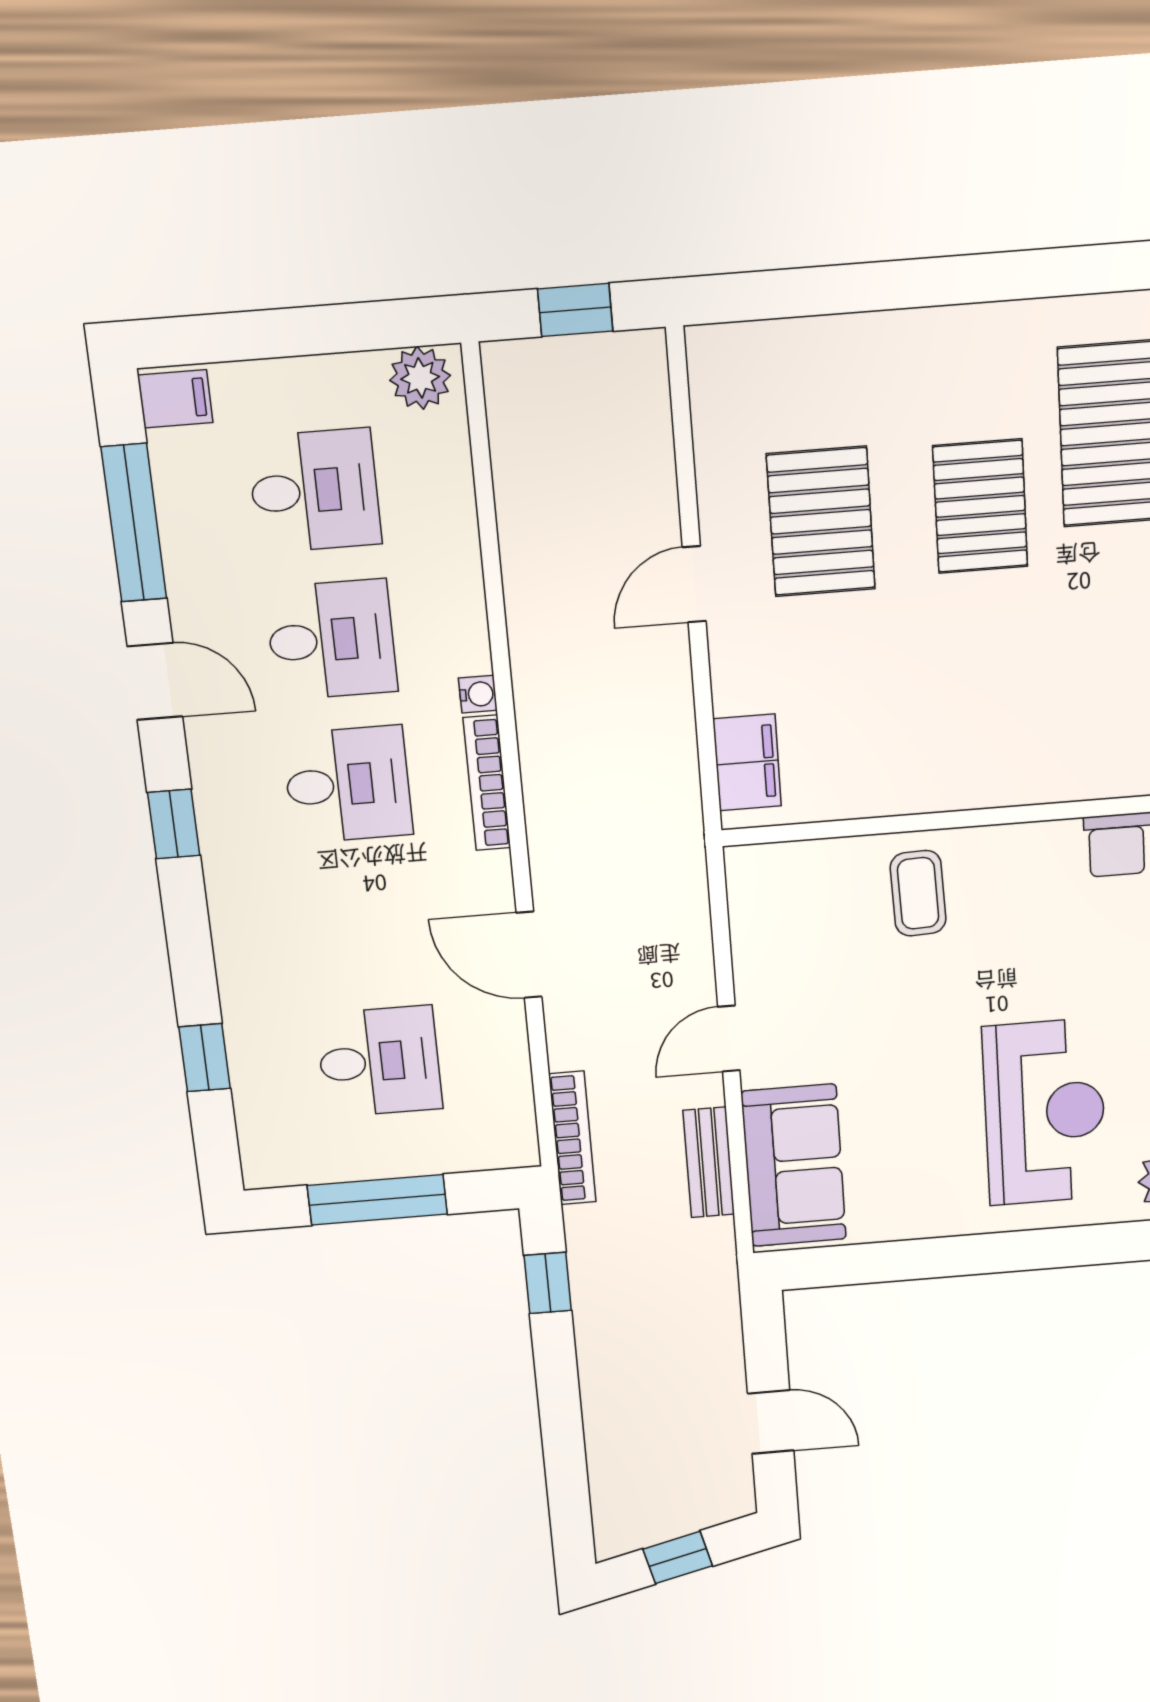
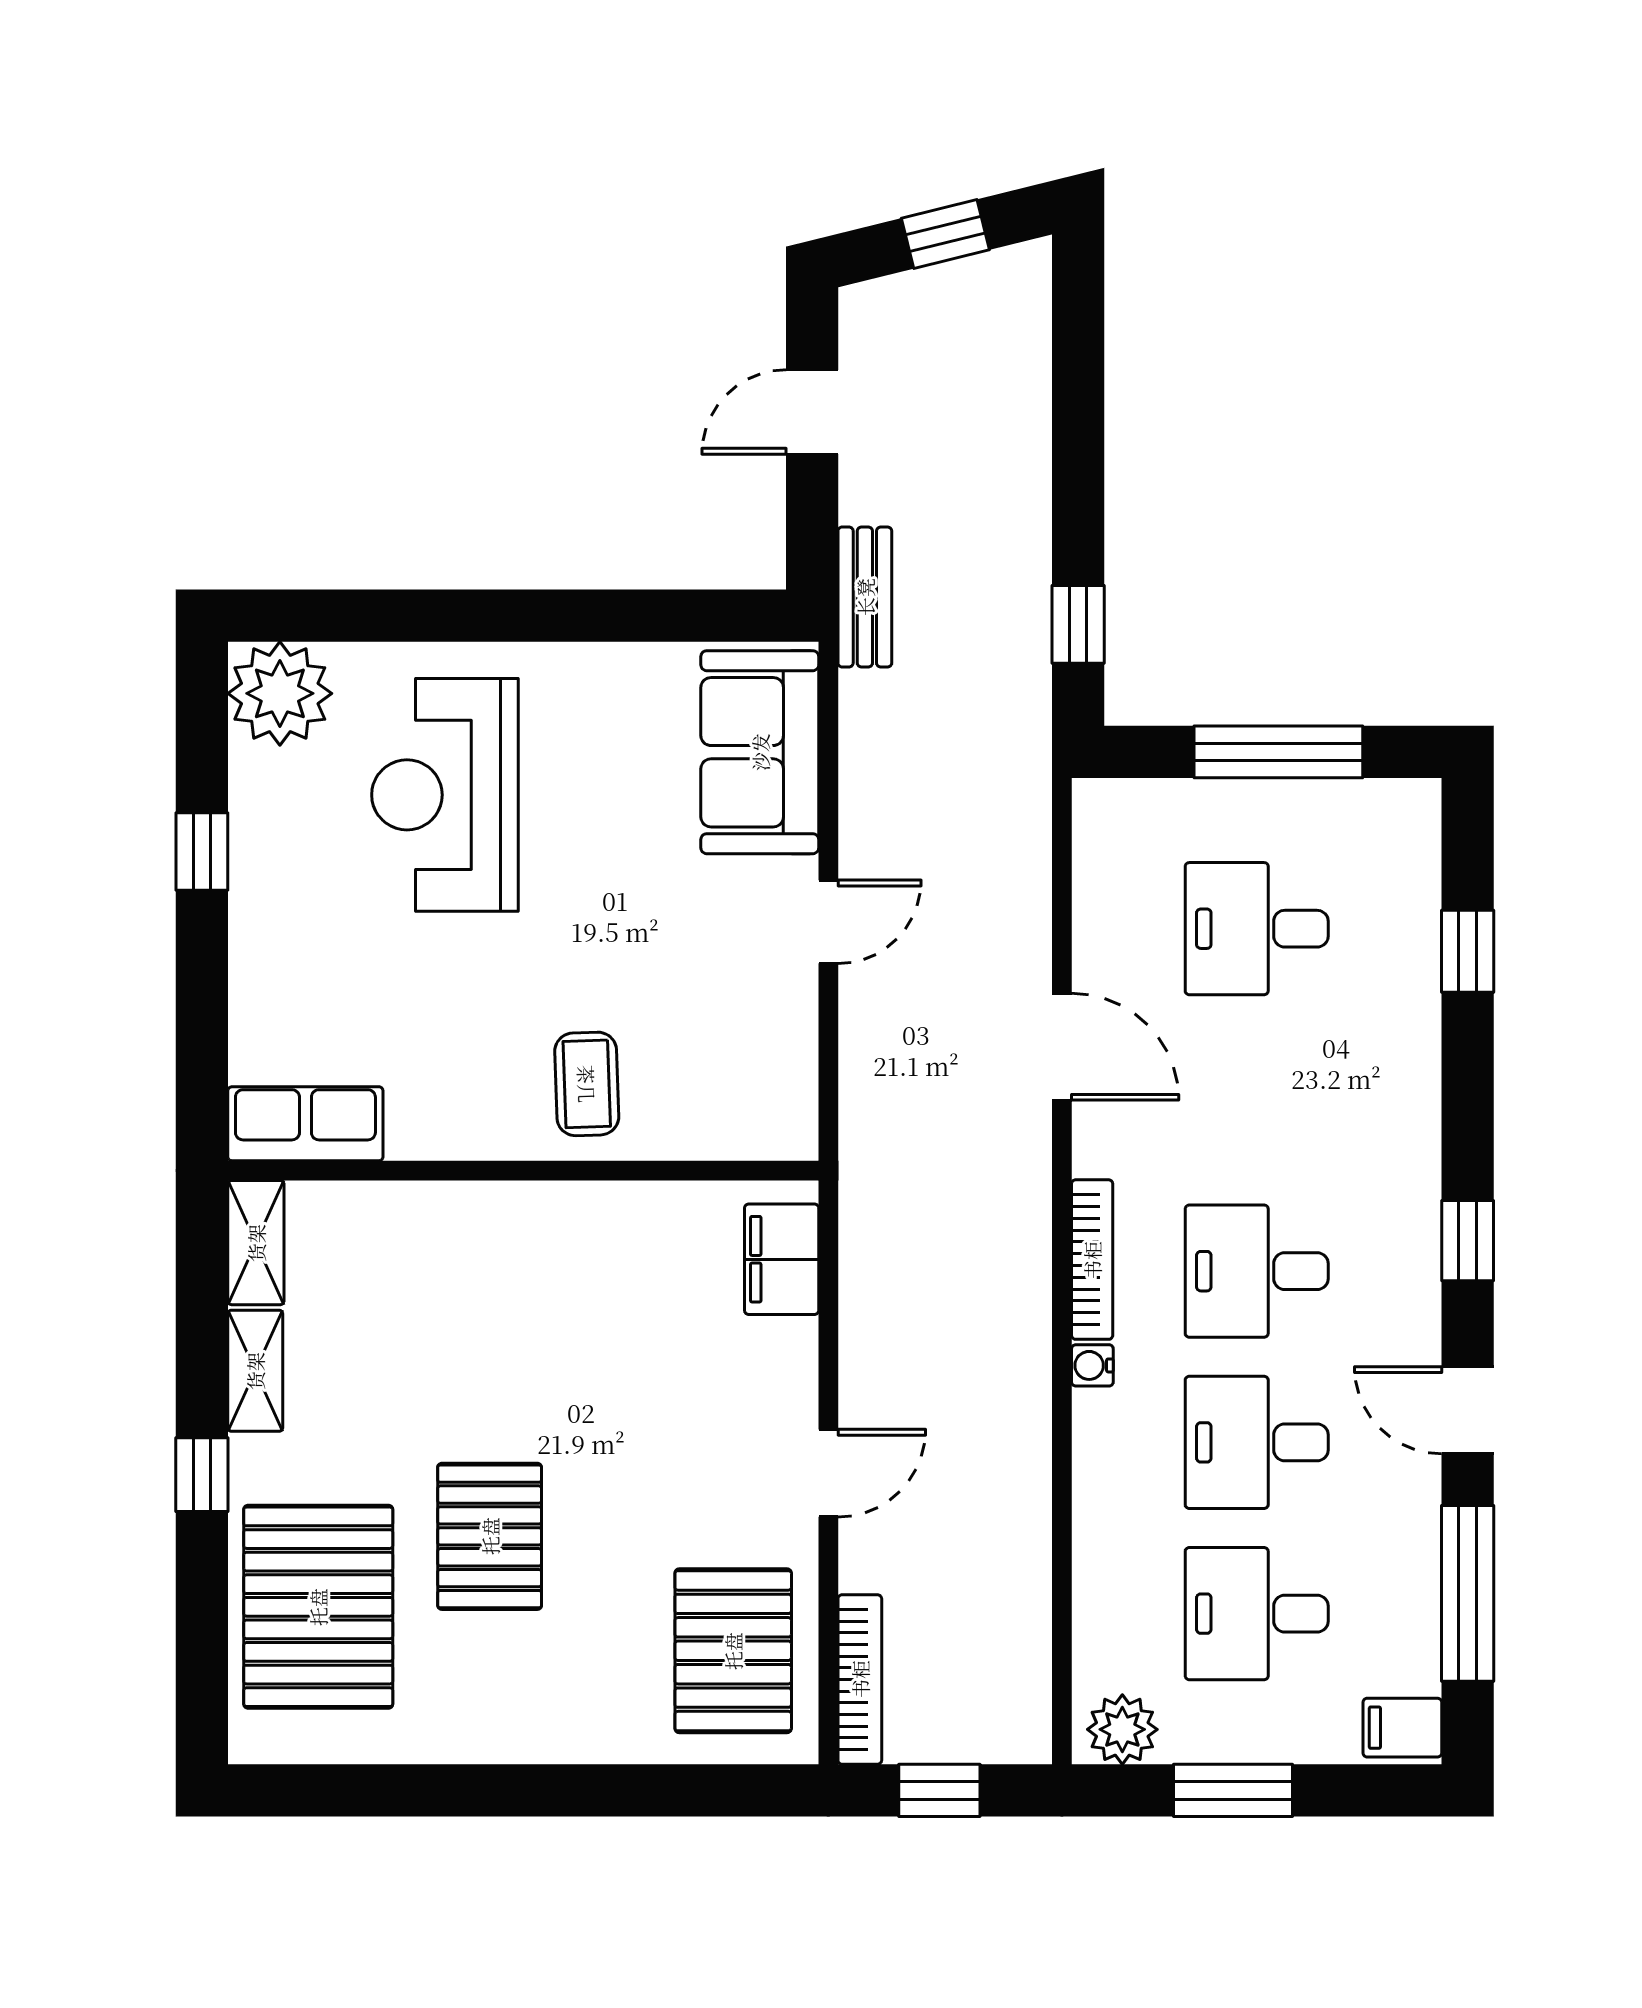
window: (317, 330) -> (1233, 1790), added
pallet: (821, 522) -> (733, 1651), moved
bookcase: (572, 1138) -> (860, 1679), moved, turned 180
bench: (709, 1162) -> (865, 597), moved
door: (771, 1422) -> (812, 412), hinge flipped

